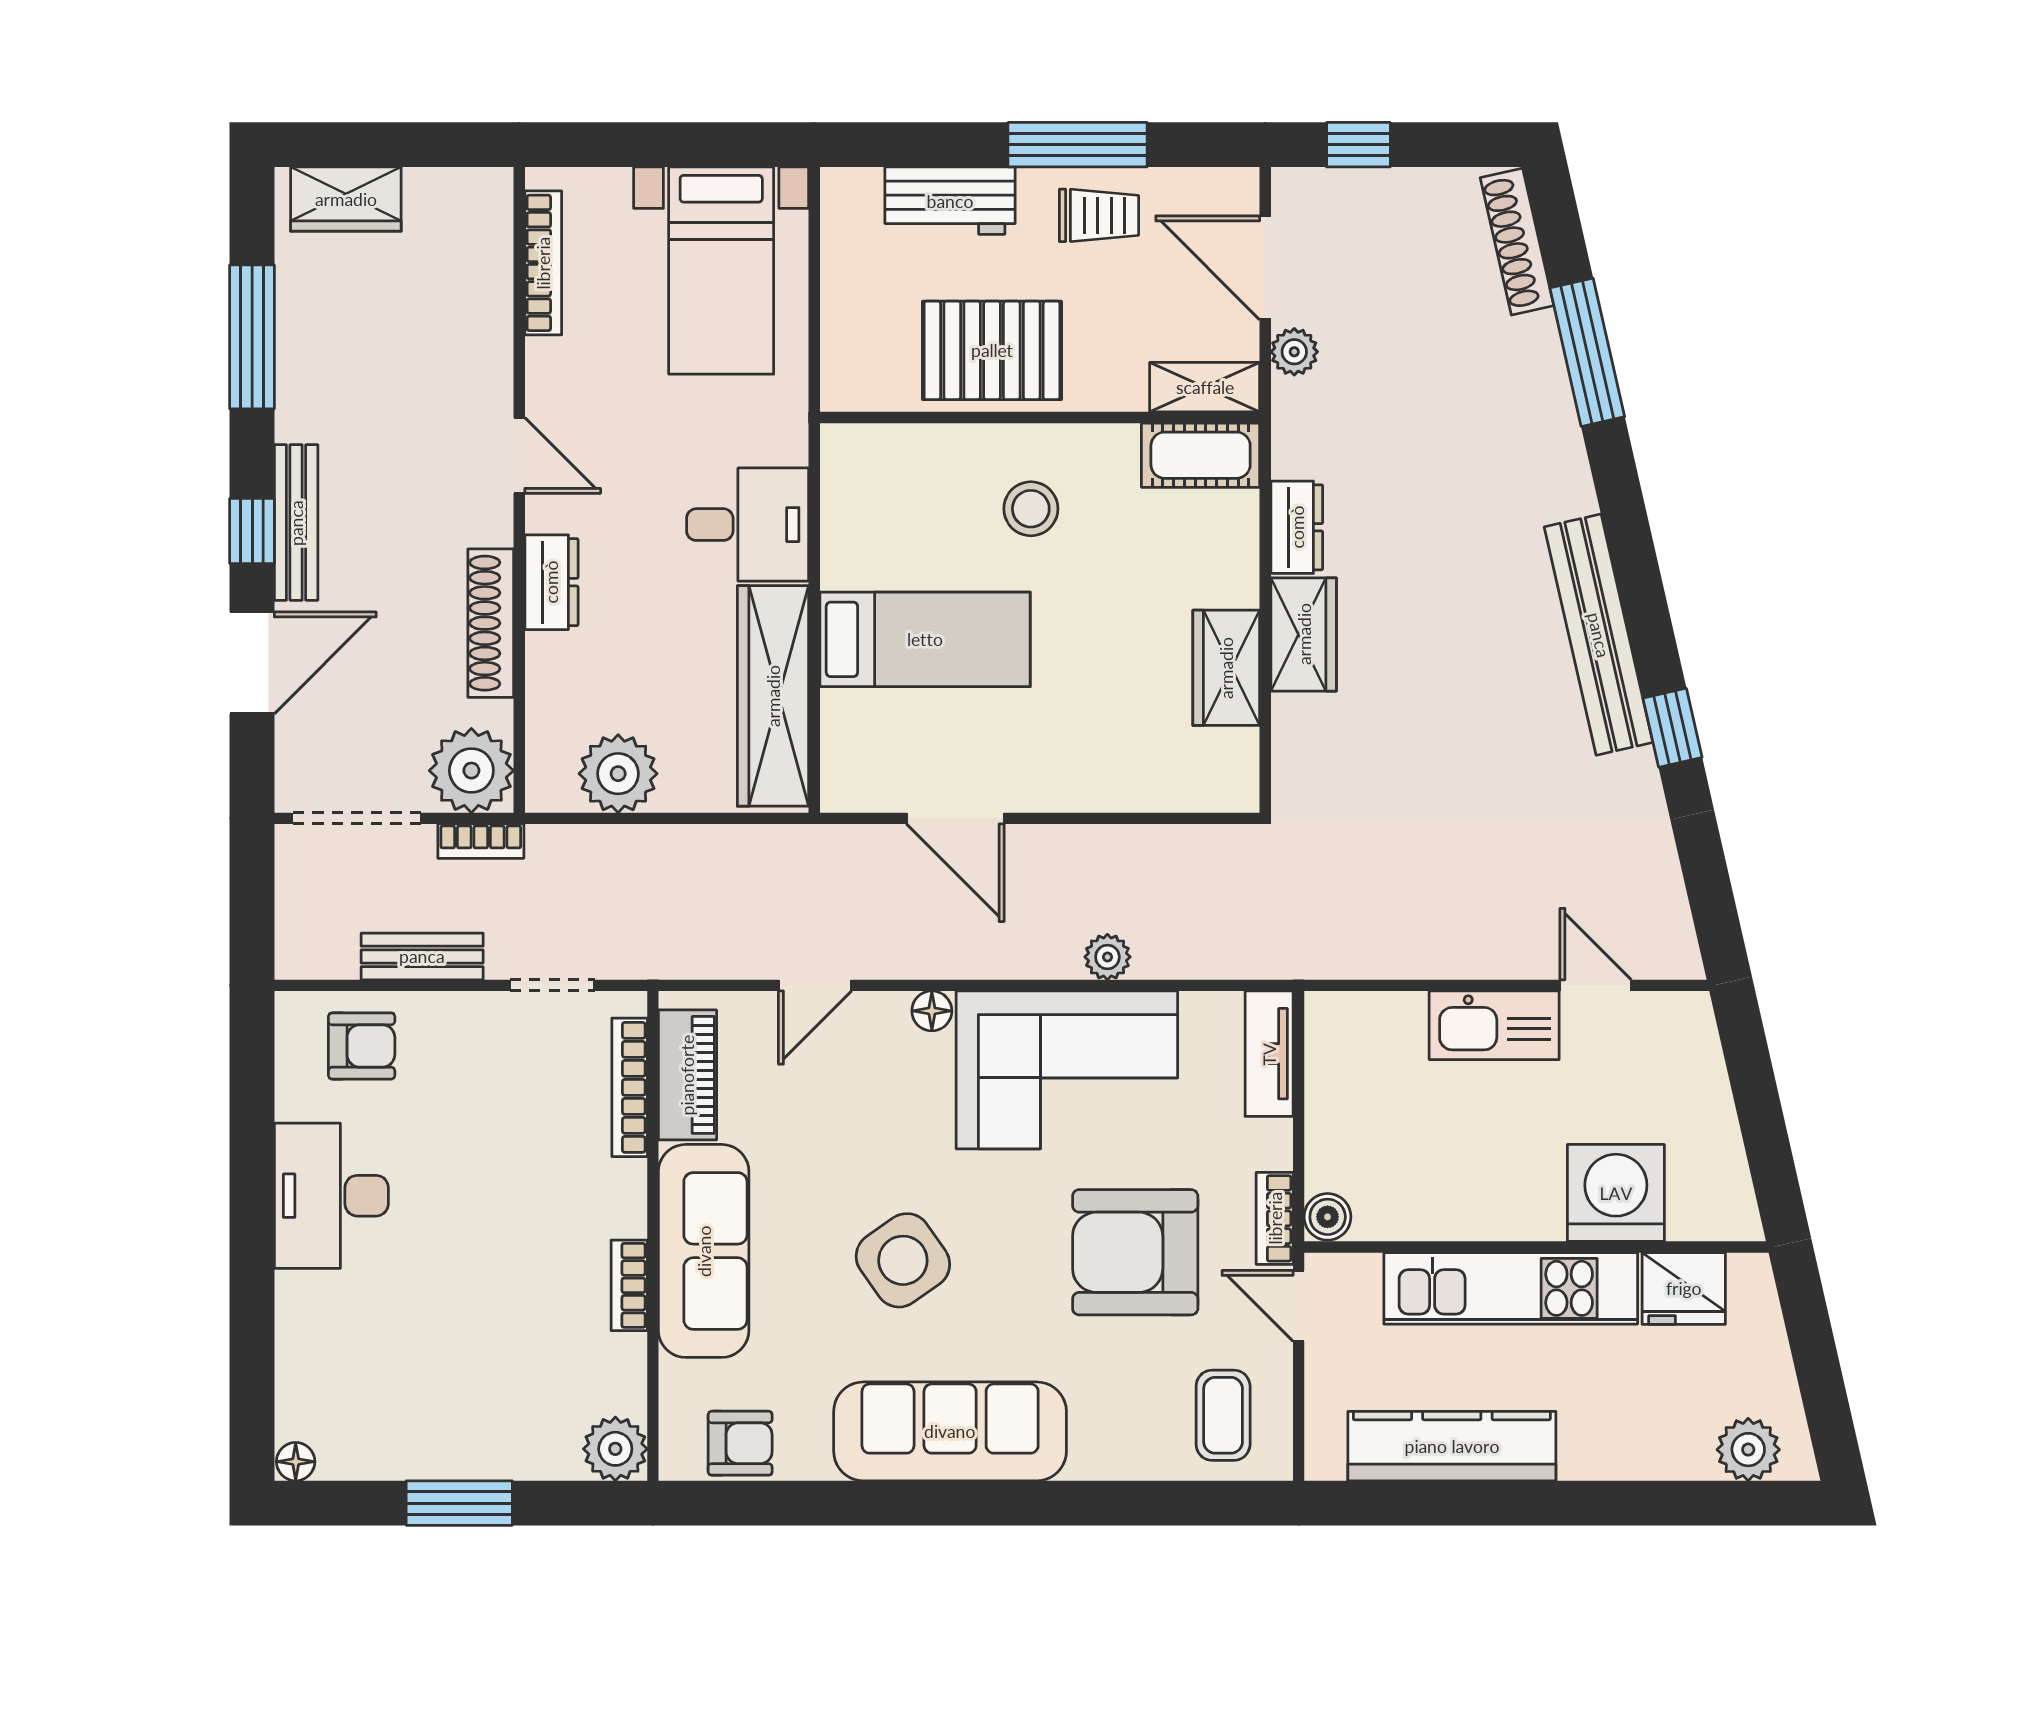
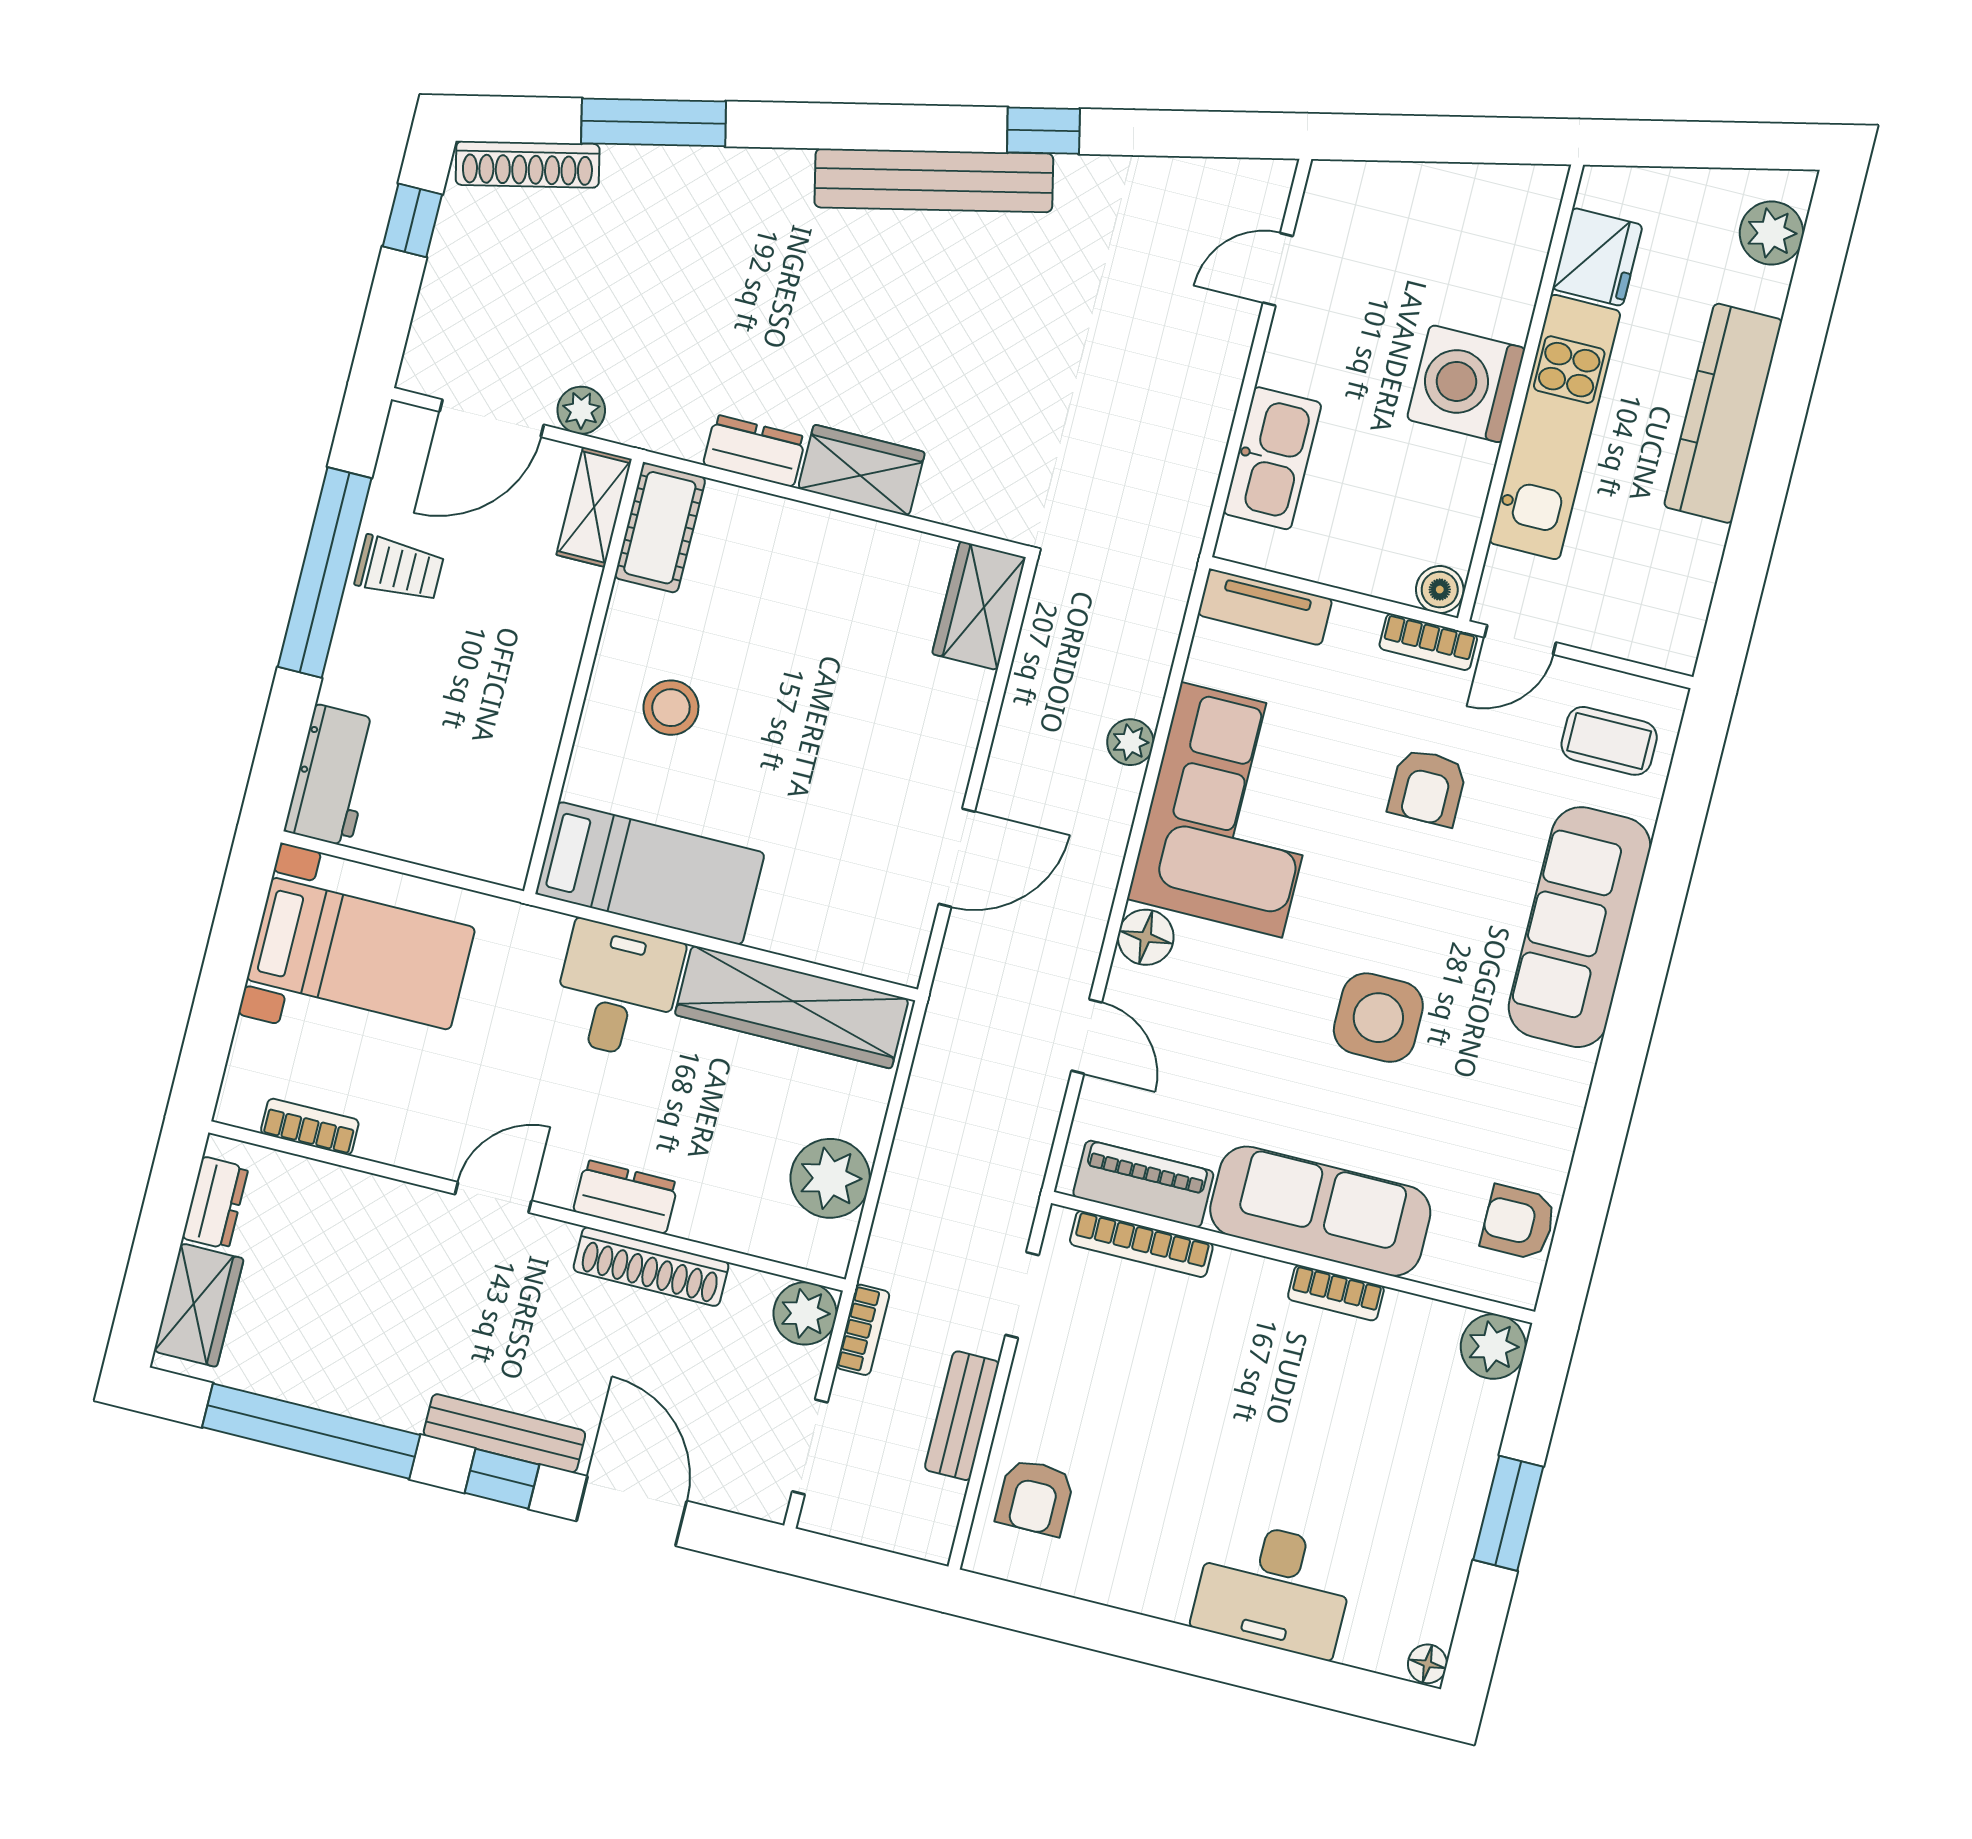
window: (1078, 145) -> (325, 573), width x1.46
window: (1358, 145) -> (412, 220), moved
dresser: (448, 191) -> (215, 1203), added
workbench: (950, 201) -> (332, 775), moved
trolley: (1099, 215) -> (399, 569), turned 90
bookcase: (543, 263) -> (310, 1127), width x0.64
window: (252, 337) -> (311, 1431), width x1.46
pallet: (992, 350) -> (506, 707), removed
bed: (925, 639) -> (650, 873), moved, turned 90
wardrobe: (1226, 668) -> (979, 606), moved, turned 90
plant: (471, 771) -> (805, 1313), width x0.73, depth x0.73
doorway: (356, 818) -> (810, 1447), width x0.73
floor lamp: (932, 1011) -> (1146, 937), width x1.37, depth x1.37
kitchen sink: (1494, 1025) -> (1272, 458), moved
armchair: (362, 1046) -> (1035, 1497), turned 180
washing machine: (1616, 1193) -> (1466, 384), moved
desk: (331, 1196) -> (1274, 1588), moved
armchair: (1135, 1252) -> (1427, 787), width x0.53, depth x0.53
side table: (903, 1260) -> (1378, 1018), turned 35
sofa: (950, 1431) -> (1580, 927), moved
armchair: (740, 1443) -> (1518, 1222), turned -90
kitchen counter: (1452, 1446) -> (1723, 413), moved

